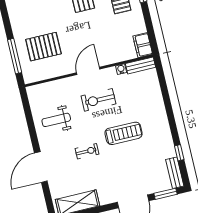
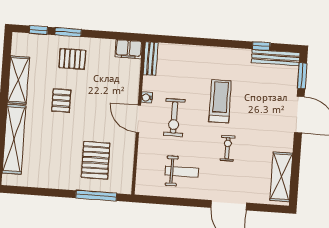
water cooler: (121, 69) -> (147, 97), moved
weight bench: (56, 120) -> (182, 172), turned -90
bench: (175, 173) -> (276, 58), width x1.36

